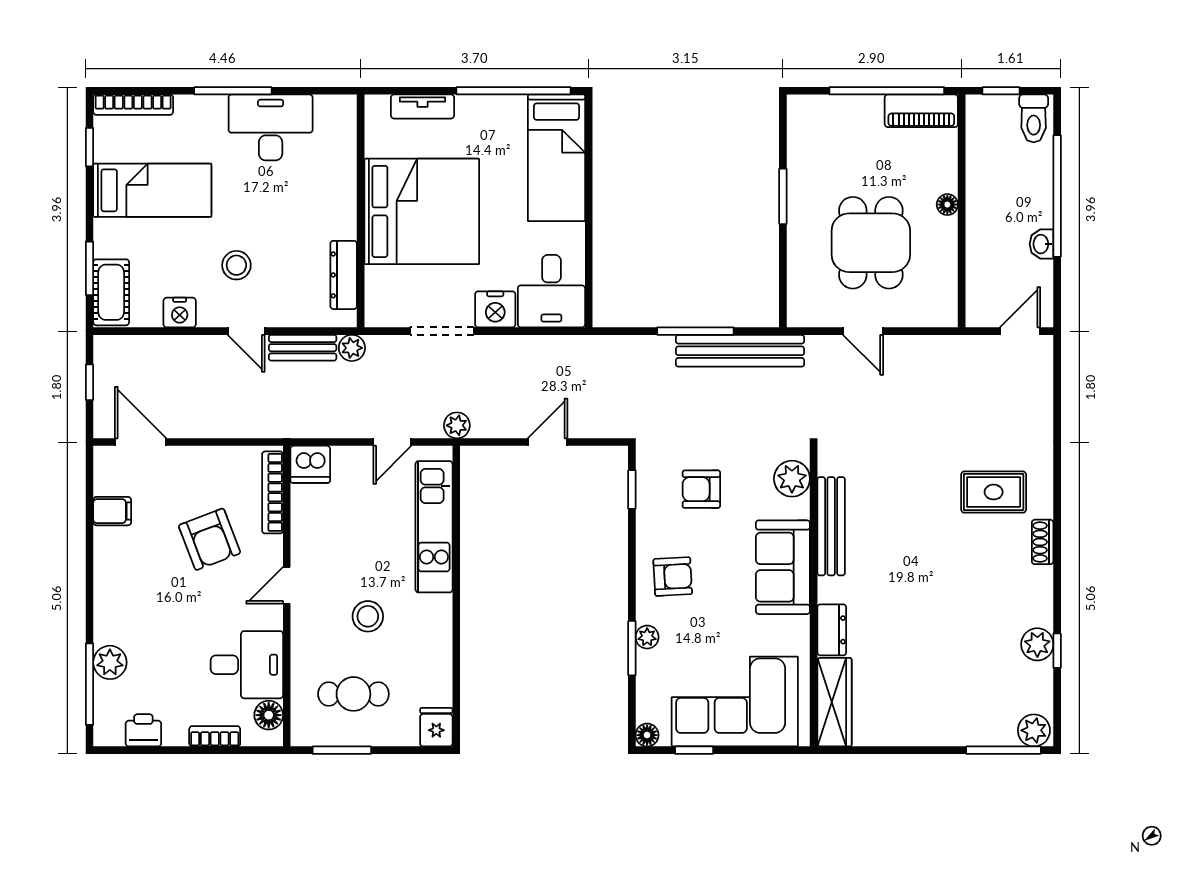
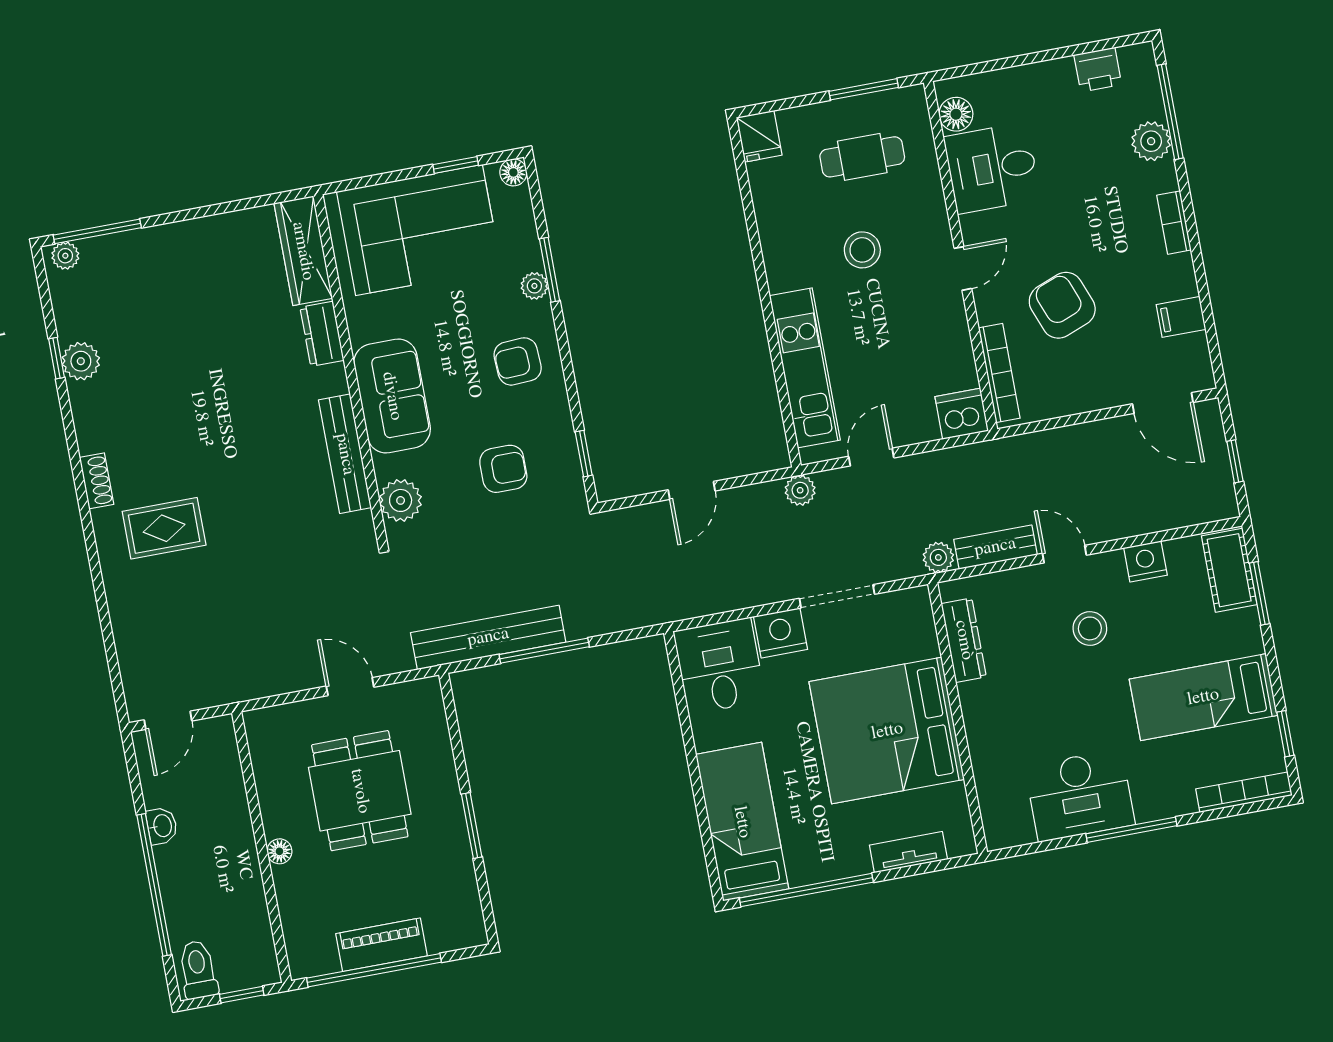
piano: (921, 111) -> (381, 945), moved
plant: (1034, 730) -> (65, 256), width x0.73, depth x0.73
bookcase: (215, 736) -> (1174, 223), moved, turned 90

